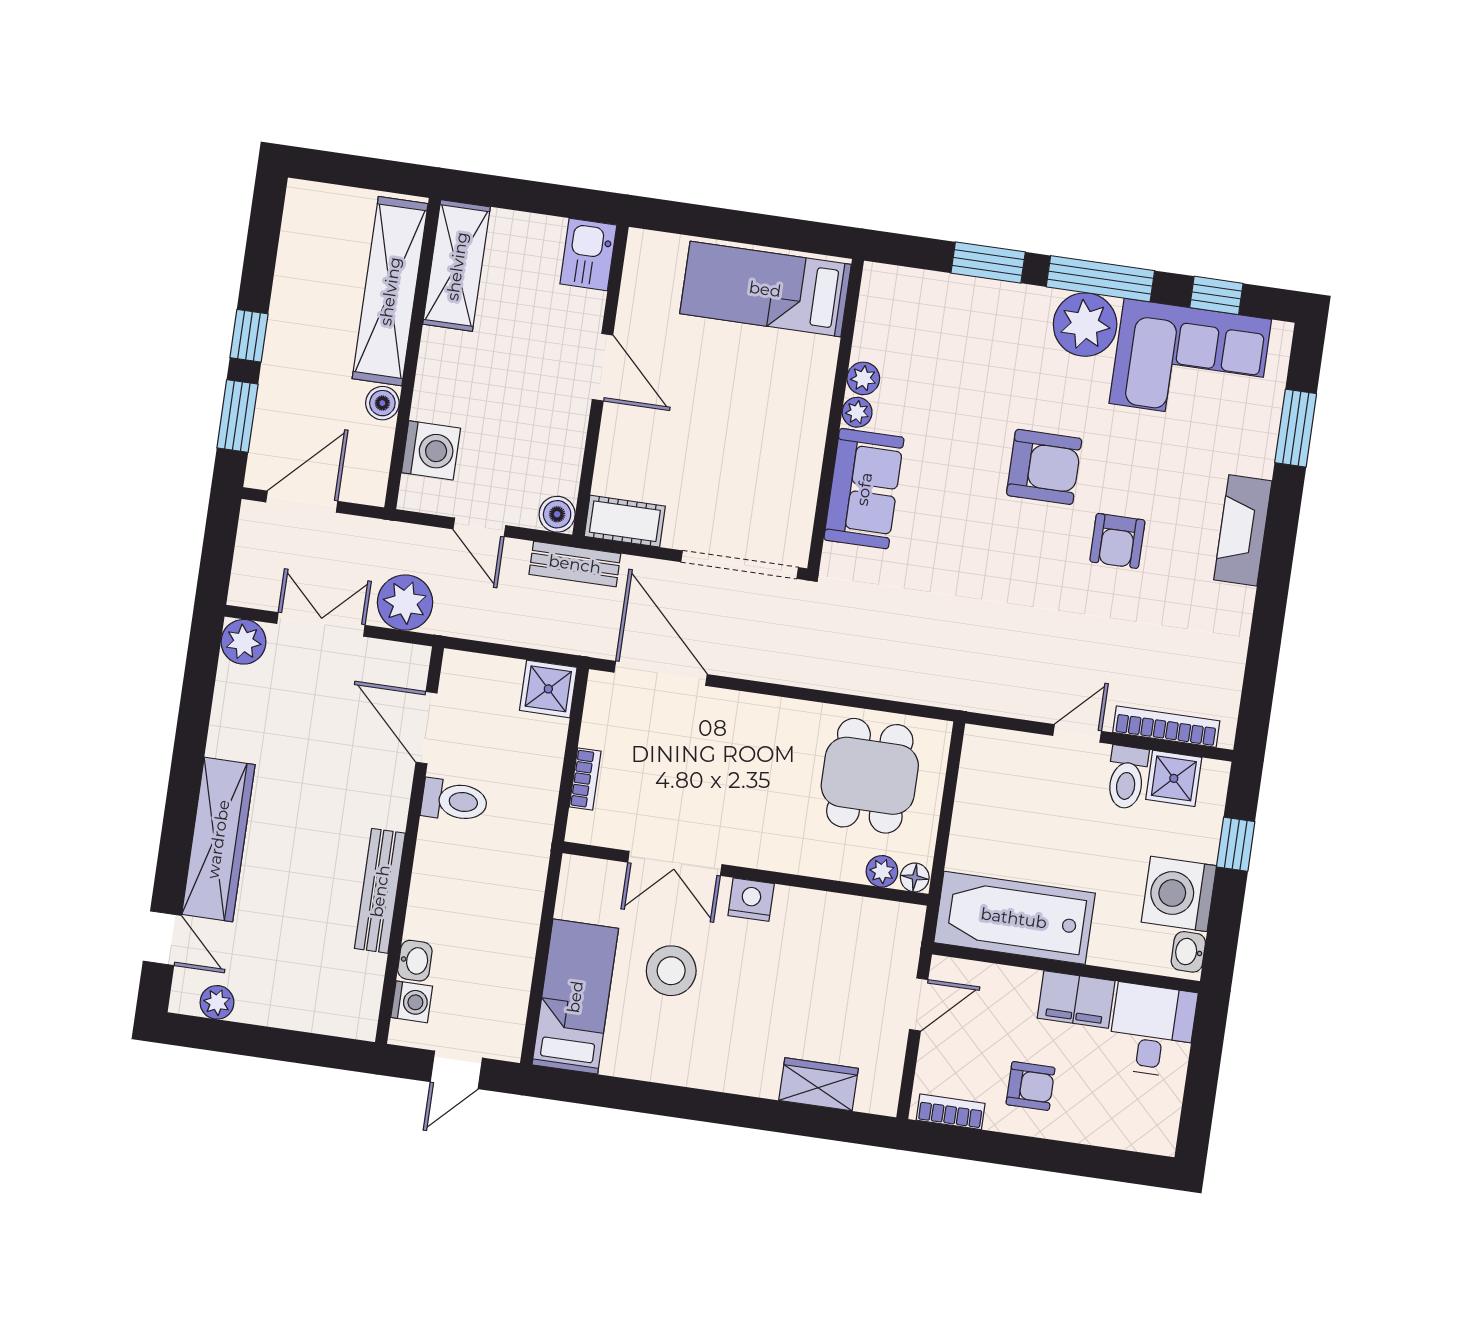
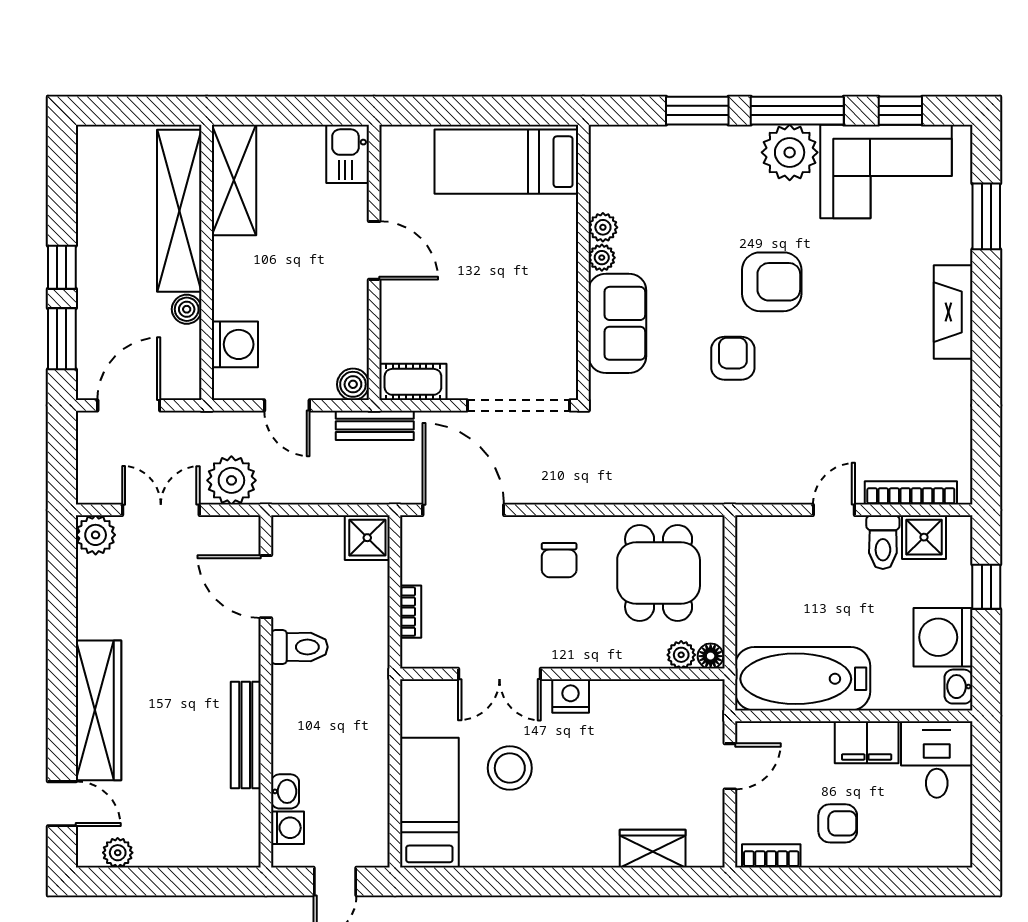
armchair: (1117, 541) -> (733, 358), moved, turned 180
chair: (760, 745) -> (559, 560), added

